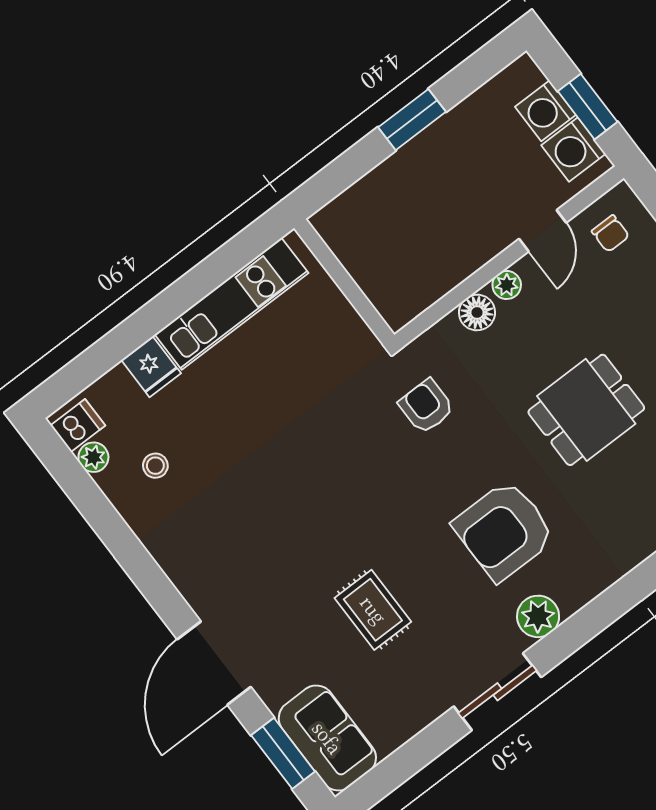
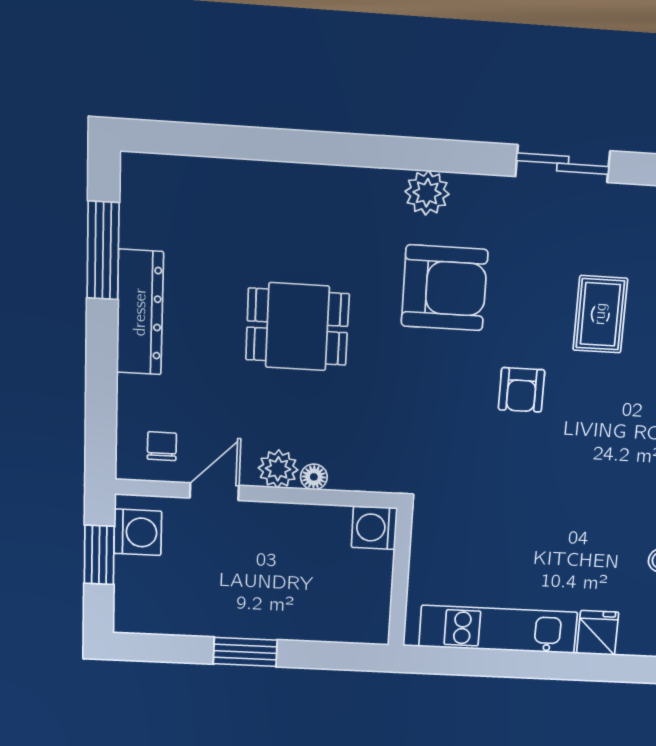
washing machine: (545, 111) -> (374, 528), moved, turned 180
plant: (507, 285) -> (278, 469), width x1.38, depth x1.38
floor lamp: (477, 312) -> (314, 477), width x0.73, depth x0.73
armchair: (426, 406) -> (522, 390), moved
plant: (538, 616) -> (427, 193), moved

